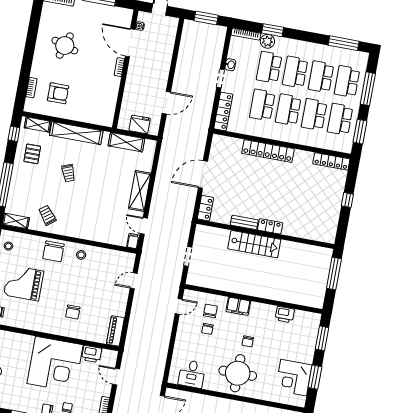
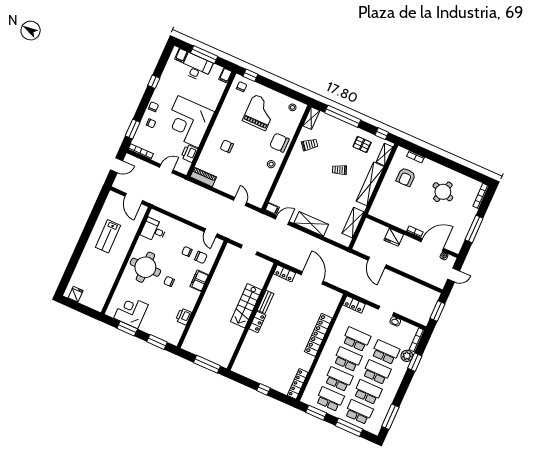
locker: (223, 111) -> (354, 304), width x0.66
fridge: (140, 124) -> (394, 237), moved, turned 90

